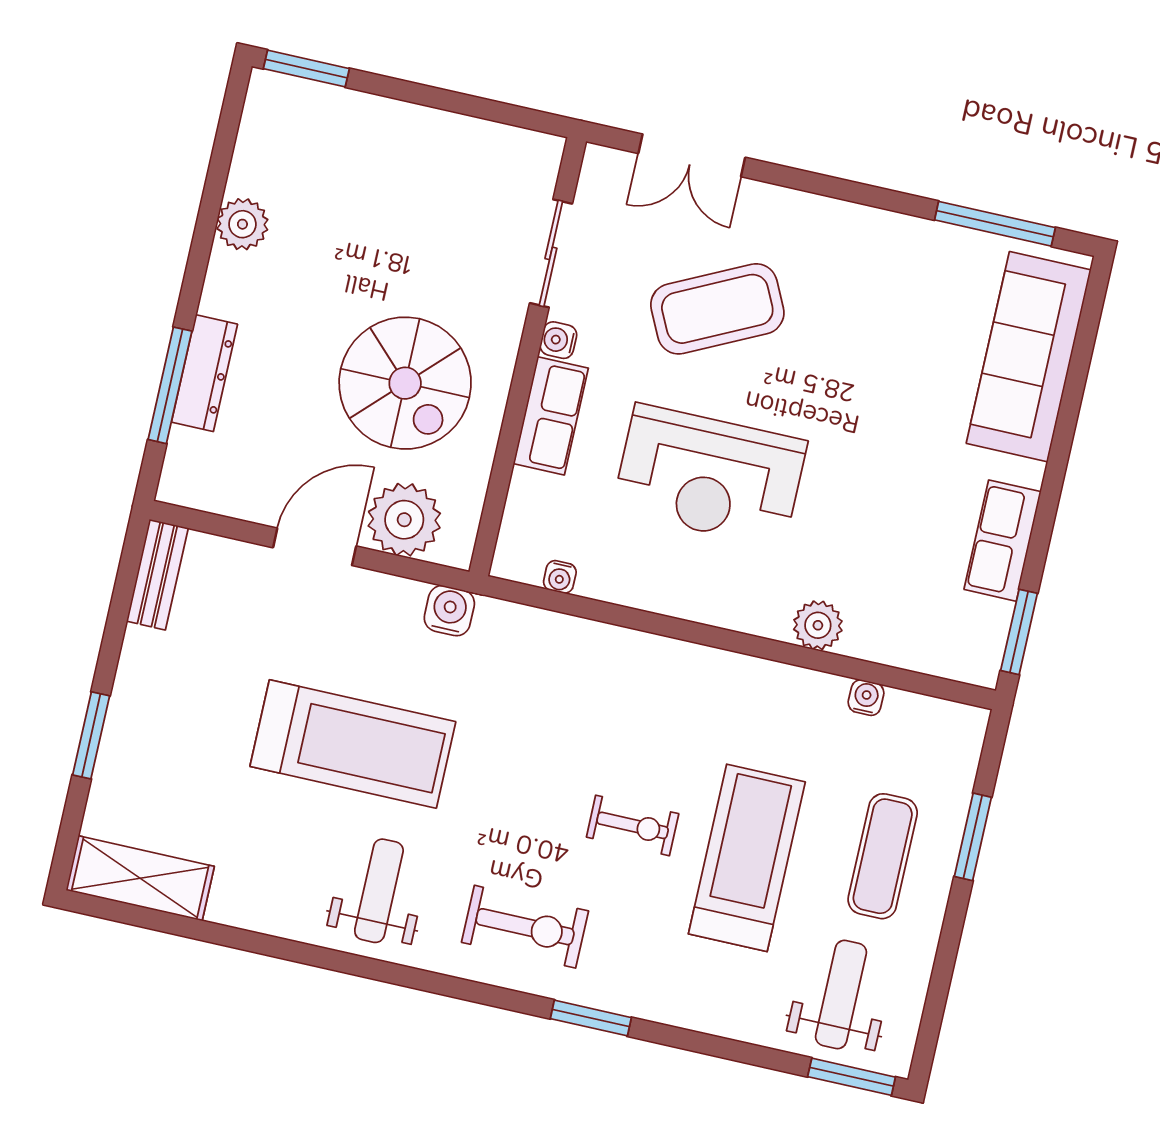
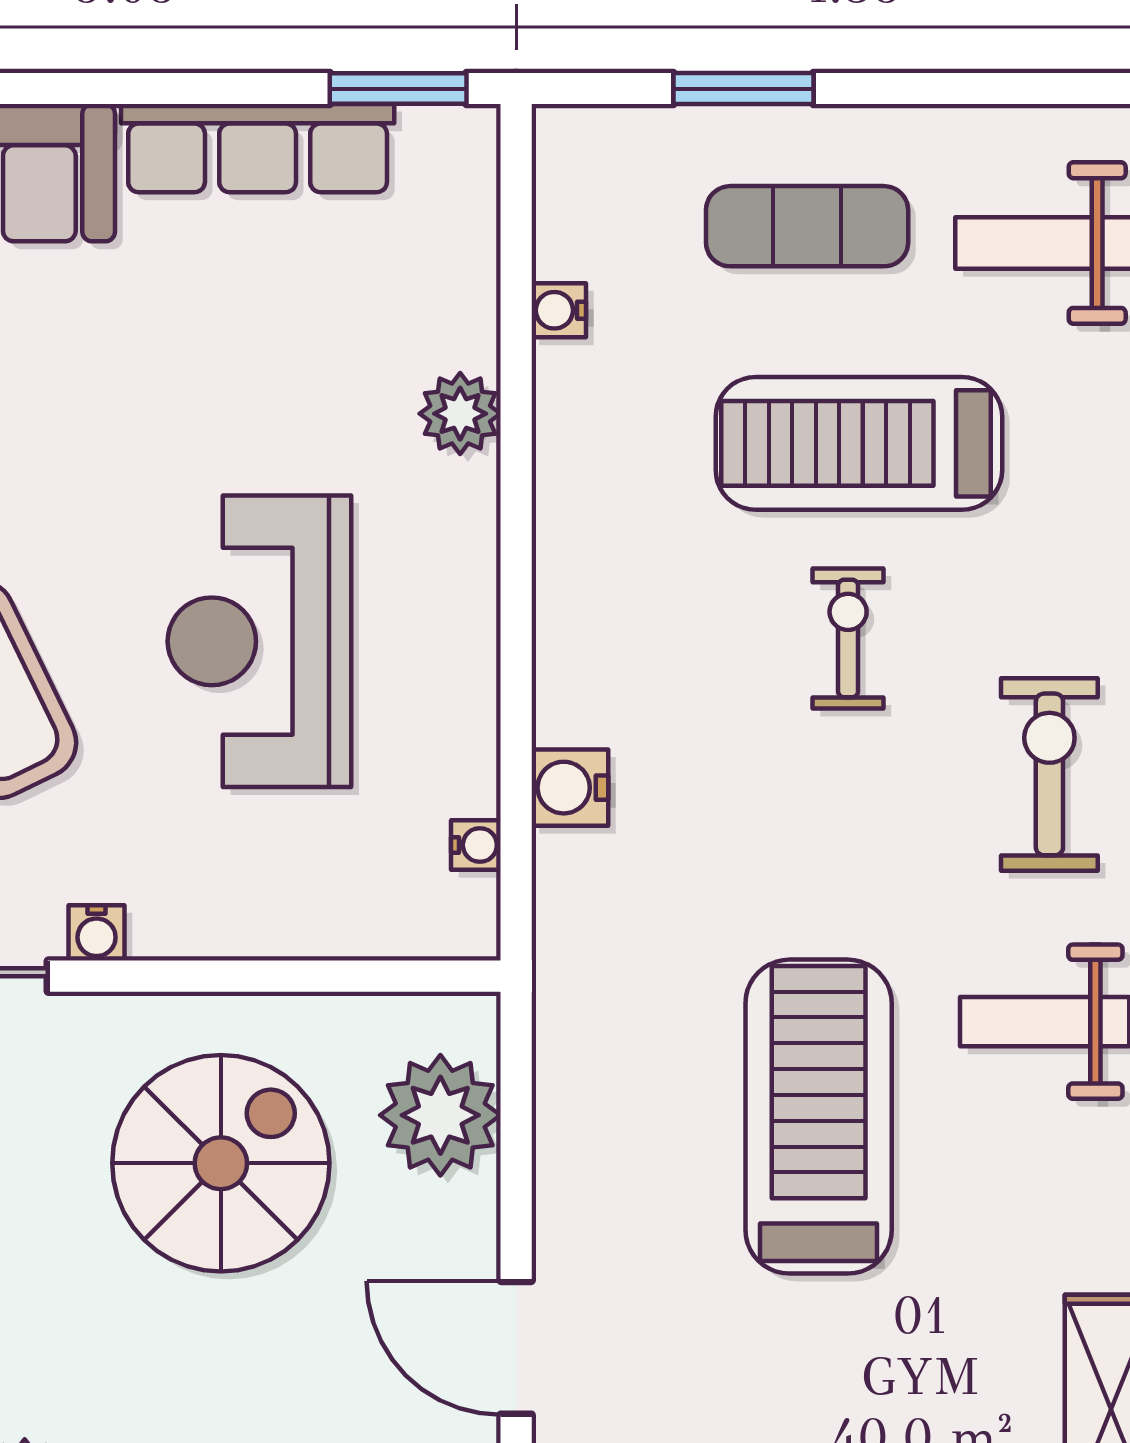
row of seats: (551, 416) -> (221, 918), removed
reception desk: (710, 476) -> (259, 641), turned 180
row of seats: (1002, 541) -> (258, 148), width x1.48
door: (315, 547) -> (516, 1348), moved
water cooler: (449, 611) -> (570, 788), moved

